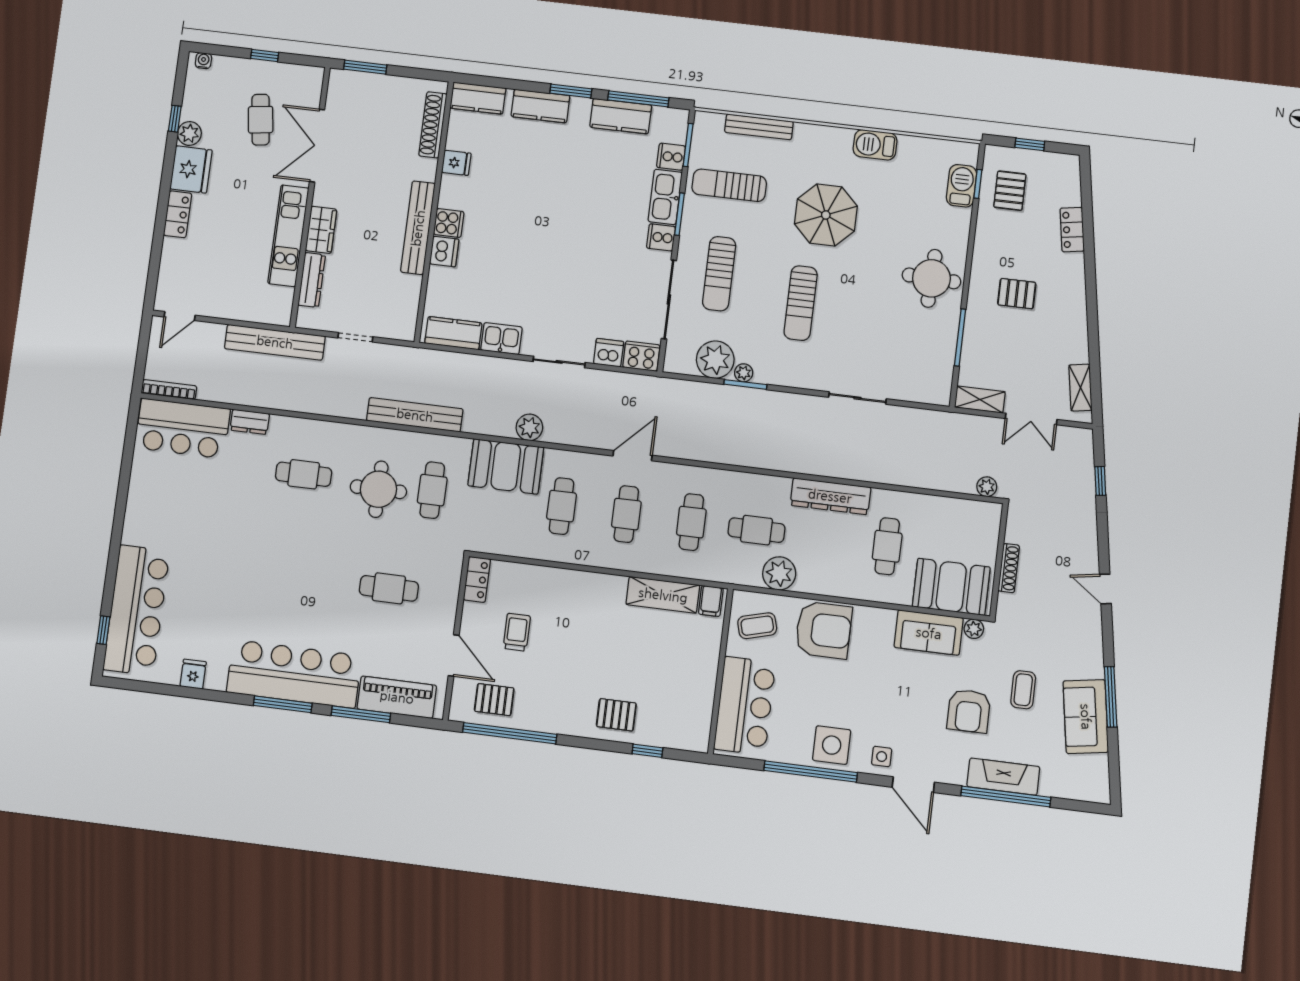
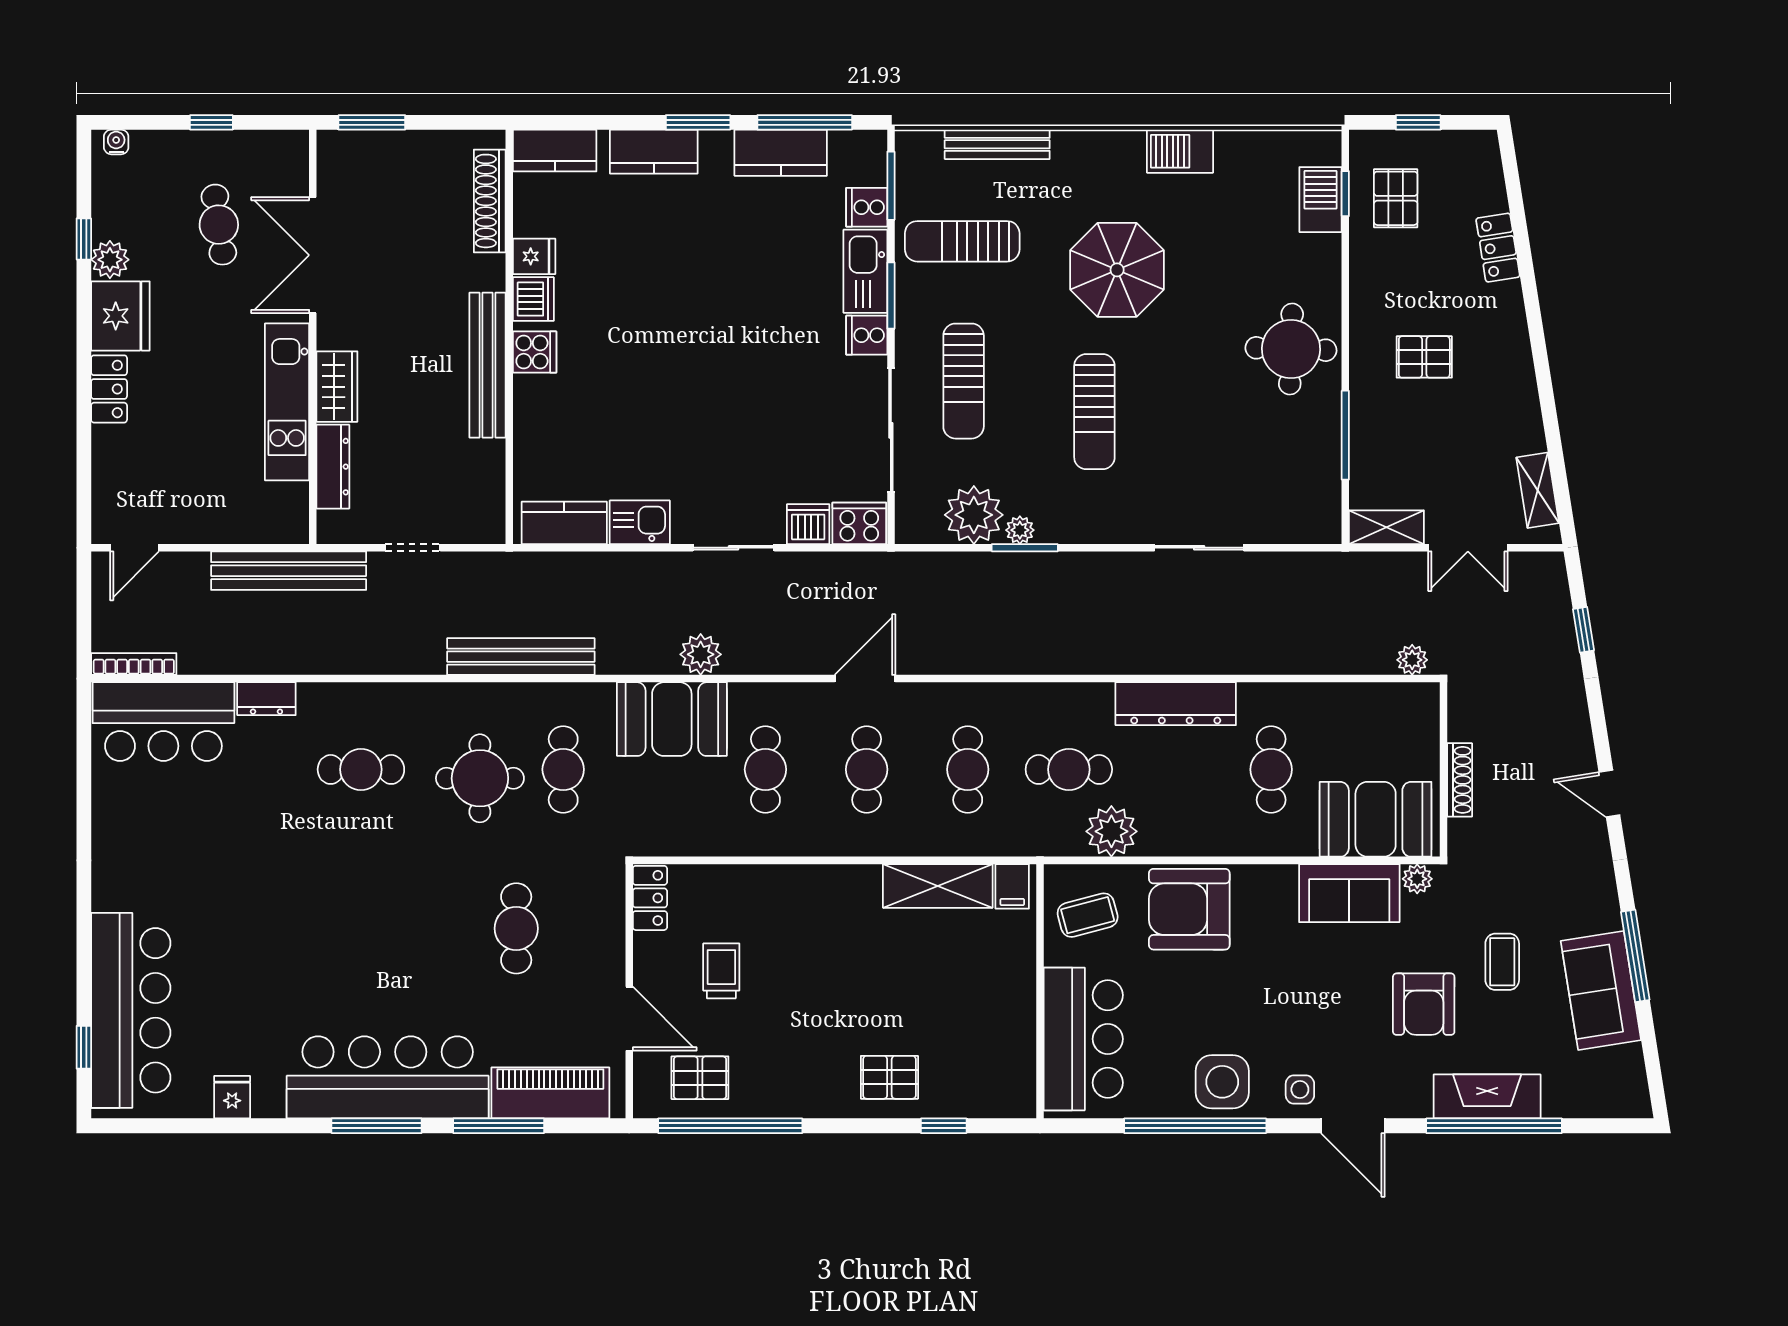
dishwasher: (444, 252) -> (533, 299), moved
cafe table: (389, 588) -> (516, 928), turned 90
armchair: (824, 630) -> (1189, 909), turned 180

